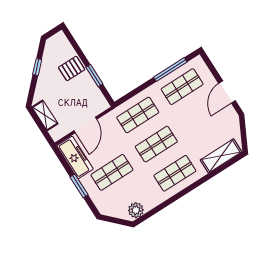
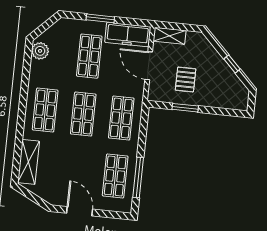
pallet: (72, 68) -> (186, 80), moved
shelving: (45, 115) -> (169, 36), moved

